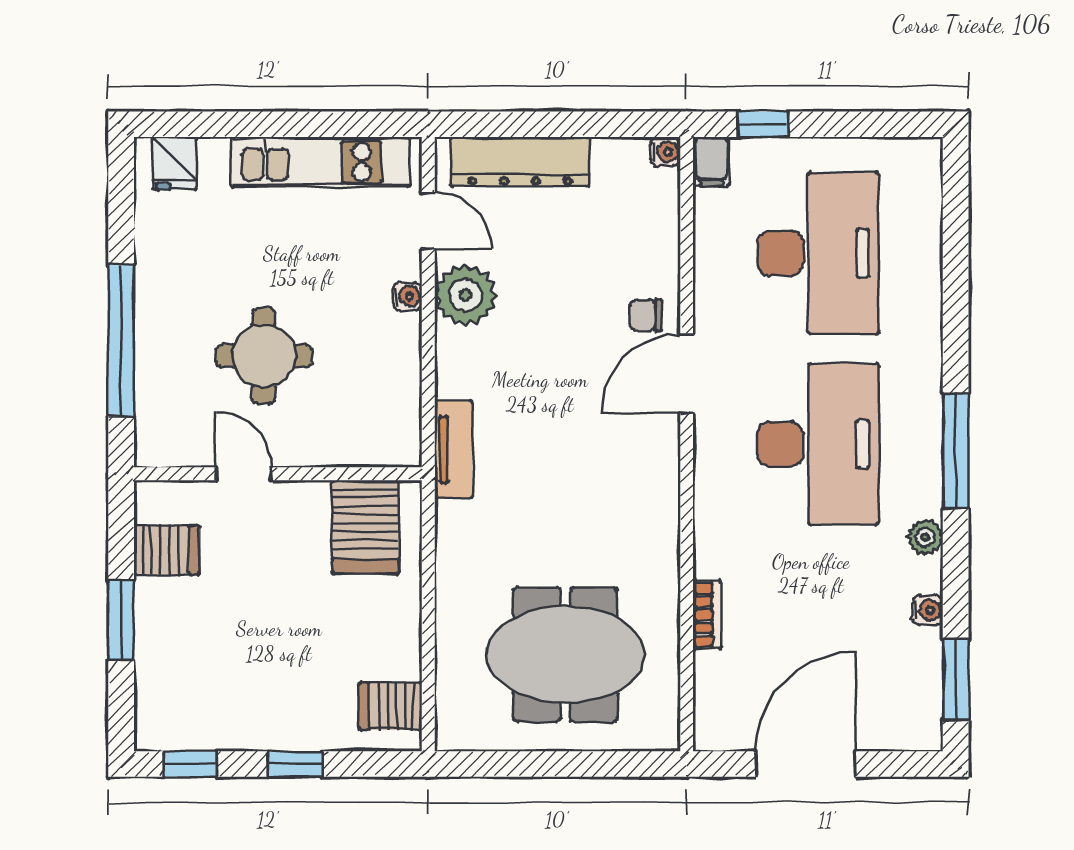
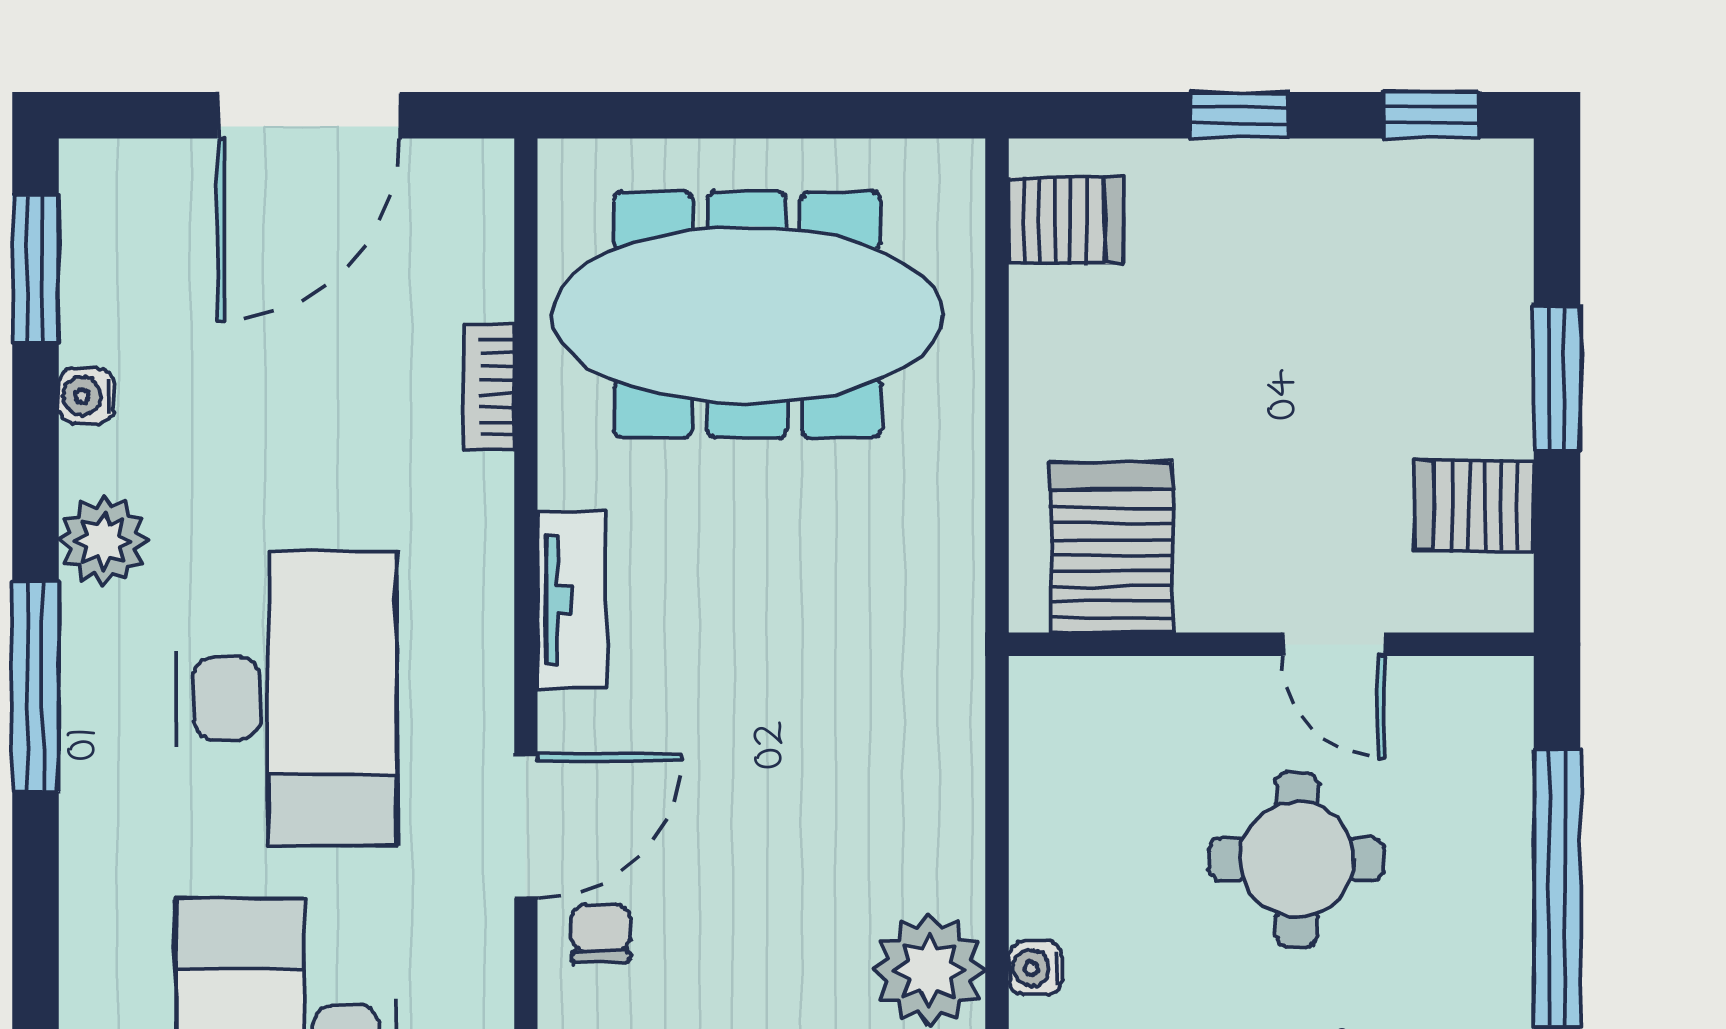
chair: (646, 315) -> (601, 933), turned -90
desk: (818, 444) -> (286, 698), turned 180
tv unit: (453, 449) -> (572, 600), moved, turned 180
plant: (925, 537) -> (103, 541), width x1.38, depth x1.38
meeting table: (565, 655) -> (747, 315), width x1.36

